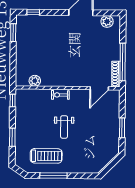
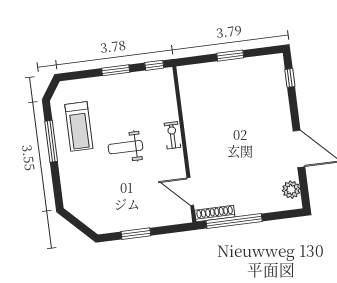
window: (13, 33) -> (230, 56), moved
plant: (35, 81) -> (188, 94), removed
window: (12, 137) -> (116, 70), moved

